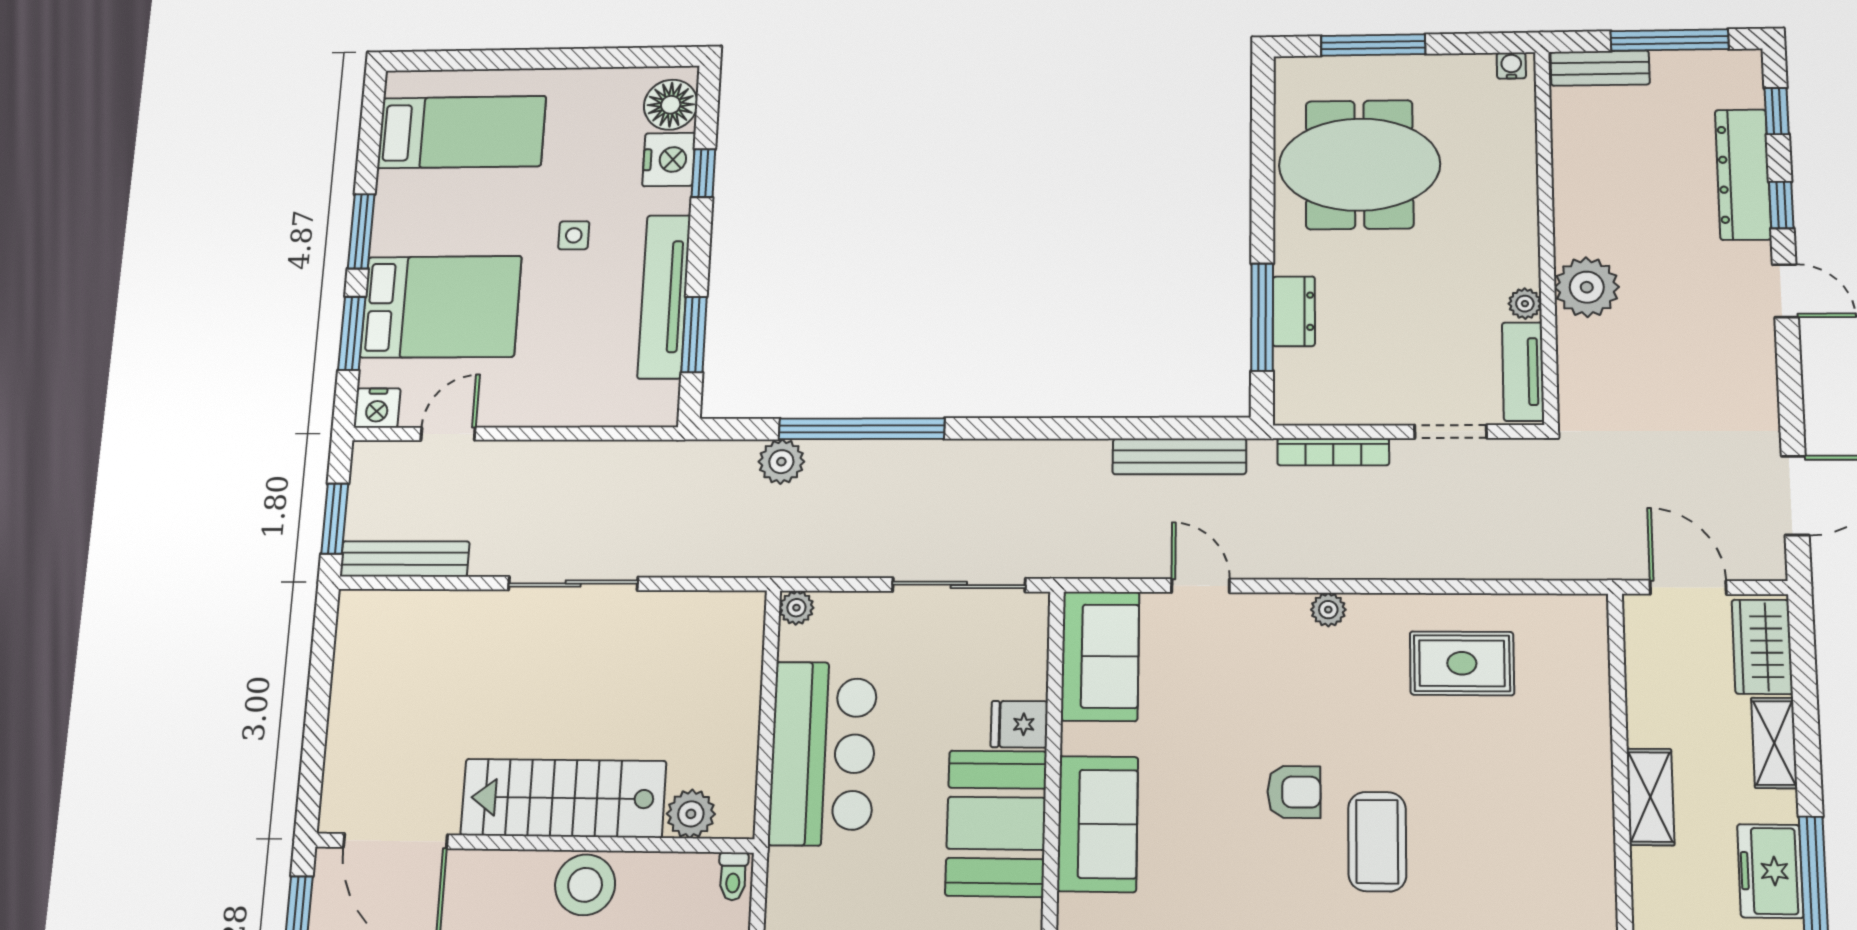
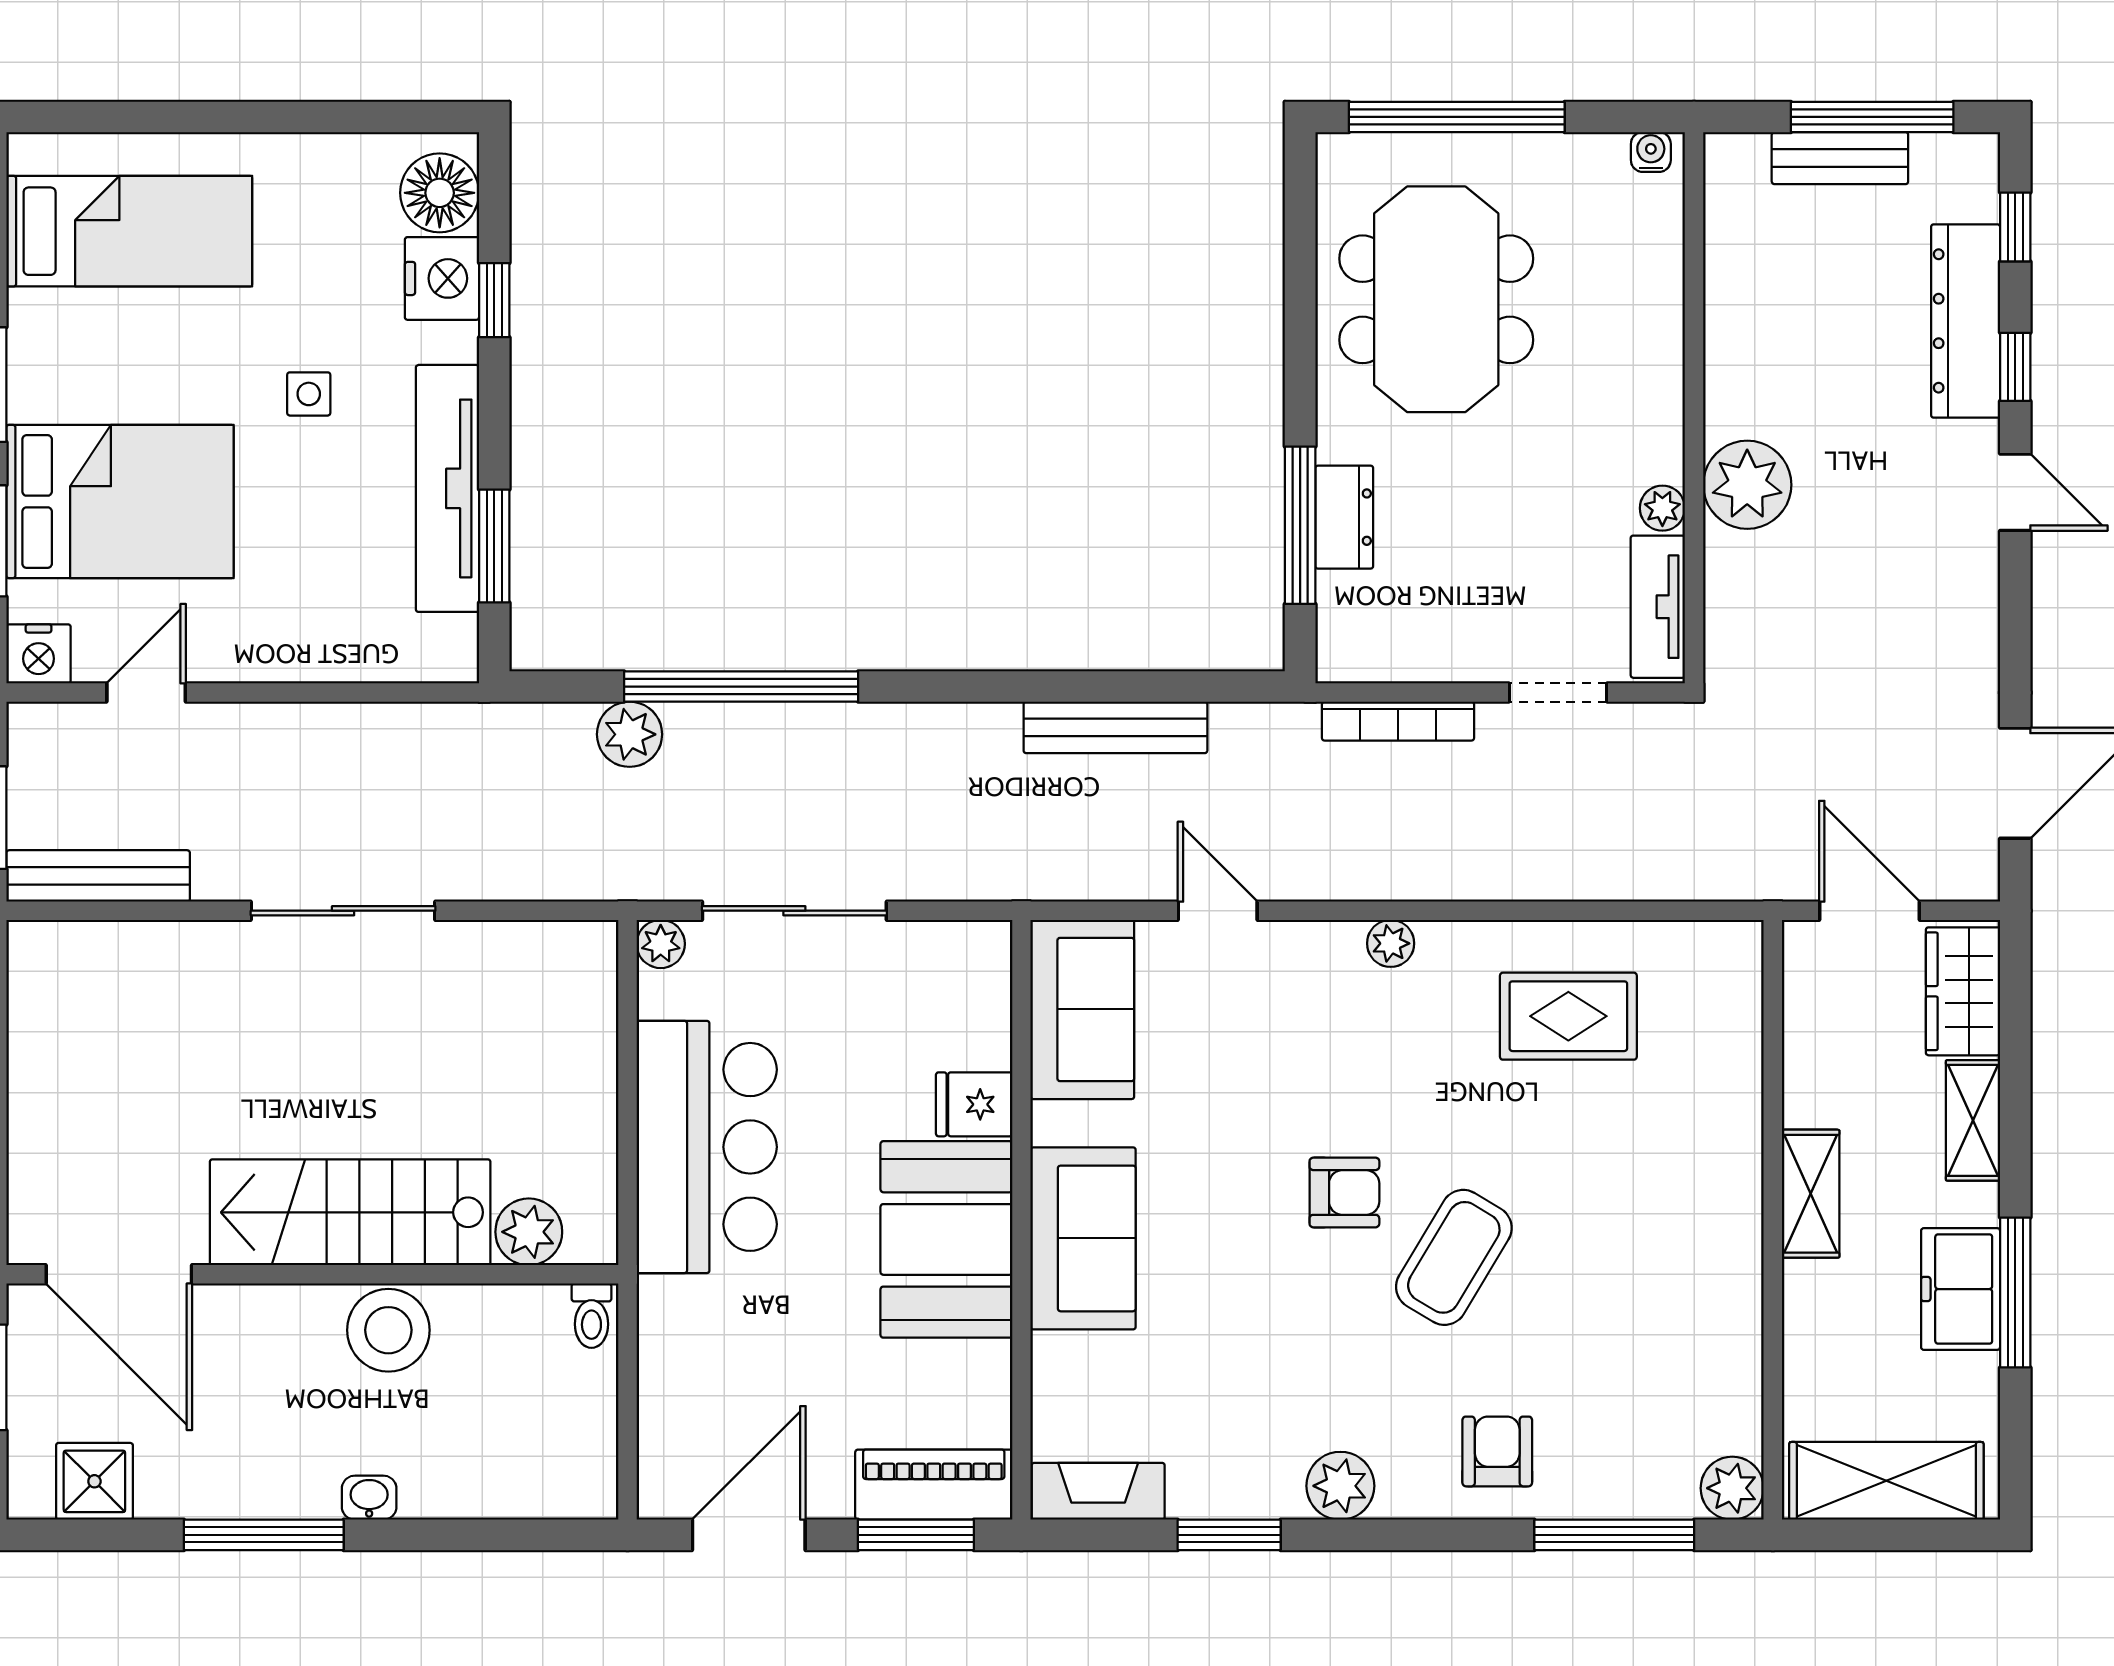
window: (1373, 45) -> (1457, 117), width x1.46
bench: (1600, 68) -> (1840, 158), moved
meeting table: (1359, 165) -> (1436, 299), turned 90
bench: (1179, 456) -> (1115, 727), moved
sliding door: (959, 585) -> (794, 911), moved
coffee table: (1377, 842) -> (1454, 1257), turned 31

